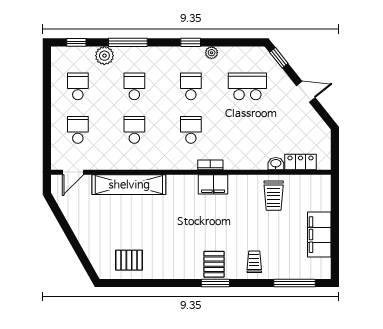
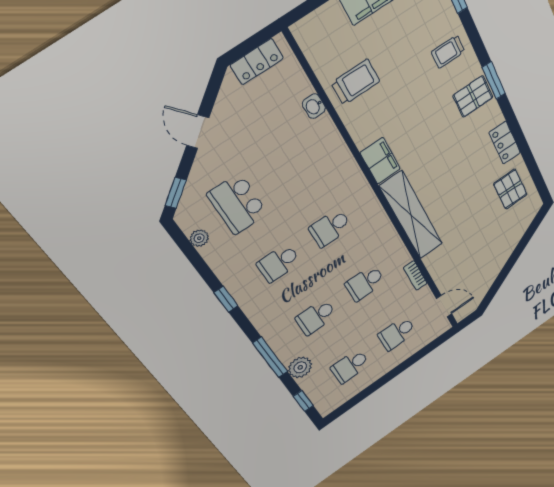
plant: (212, 53) -> (199, 238), moved
locker: (300, 162) -> (257, 62), moved, turned -90
bookcase: (210, 165) -> (415, 275), moved
shelving: (129, 185) -> (411, 215), moved
locker: (167, 271) -> (505, 143), added

